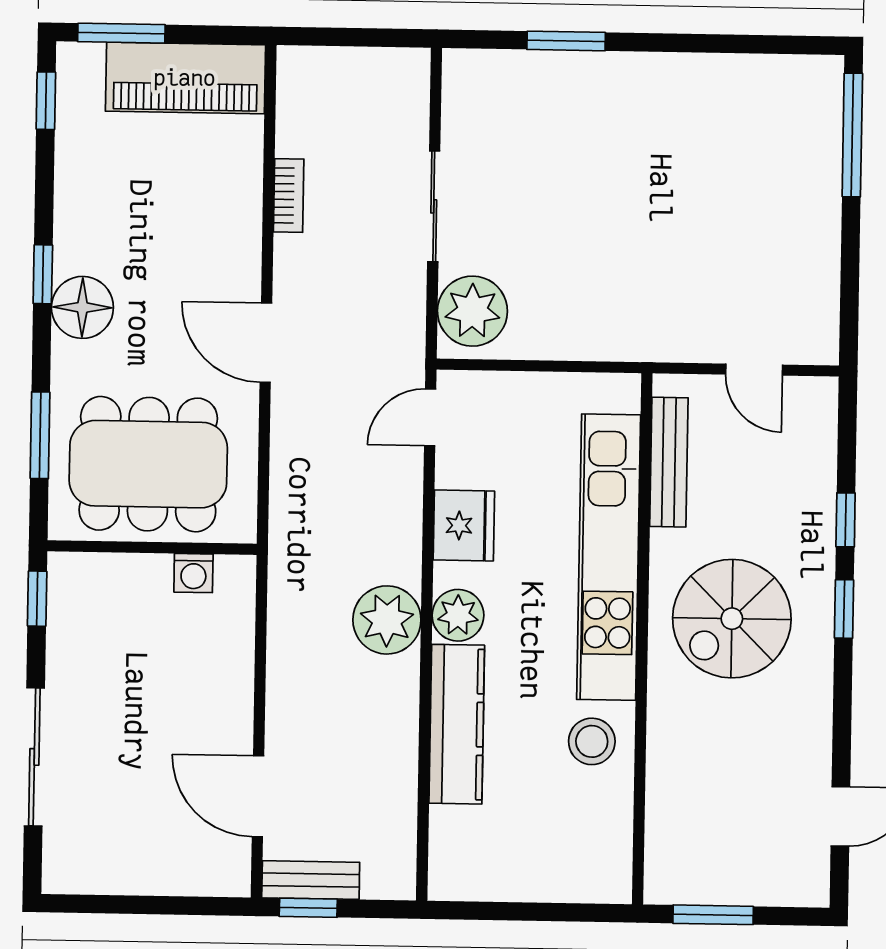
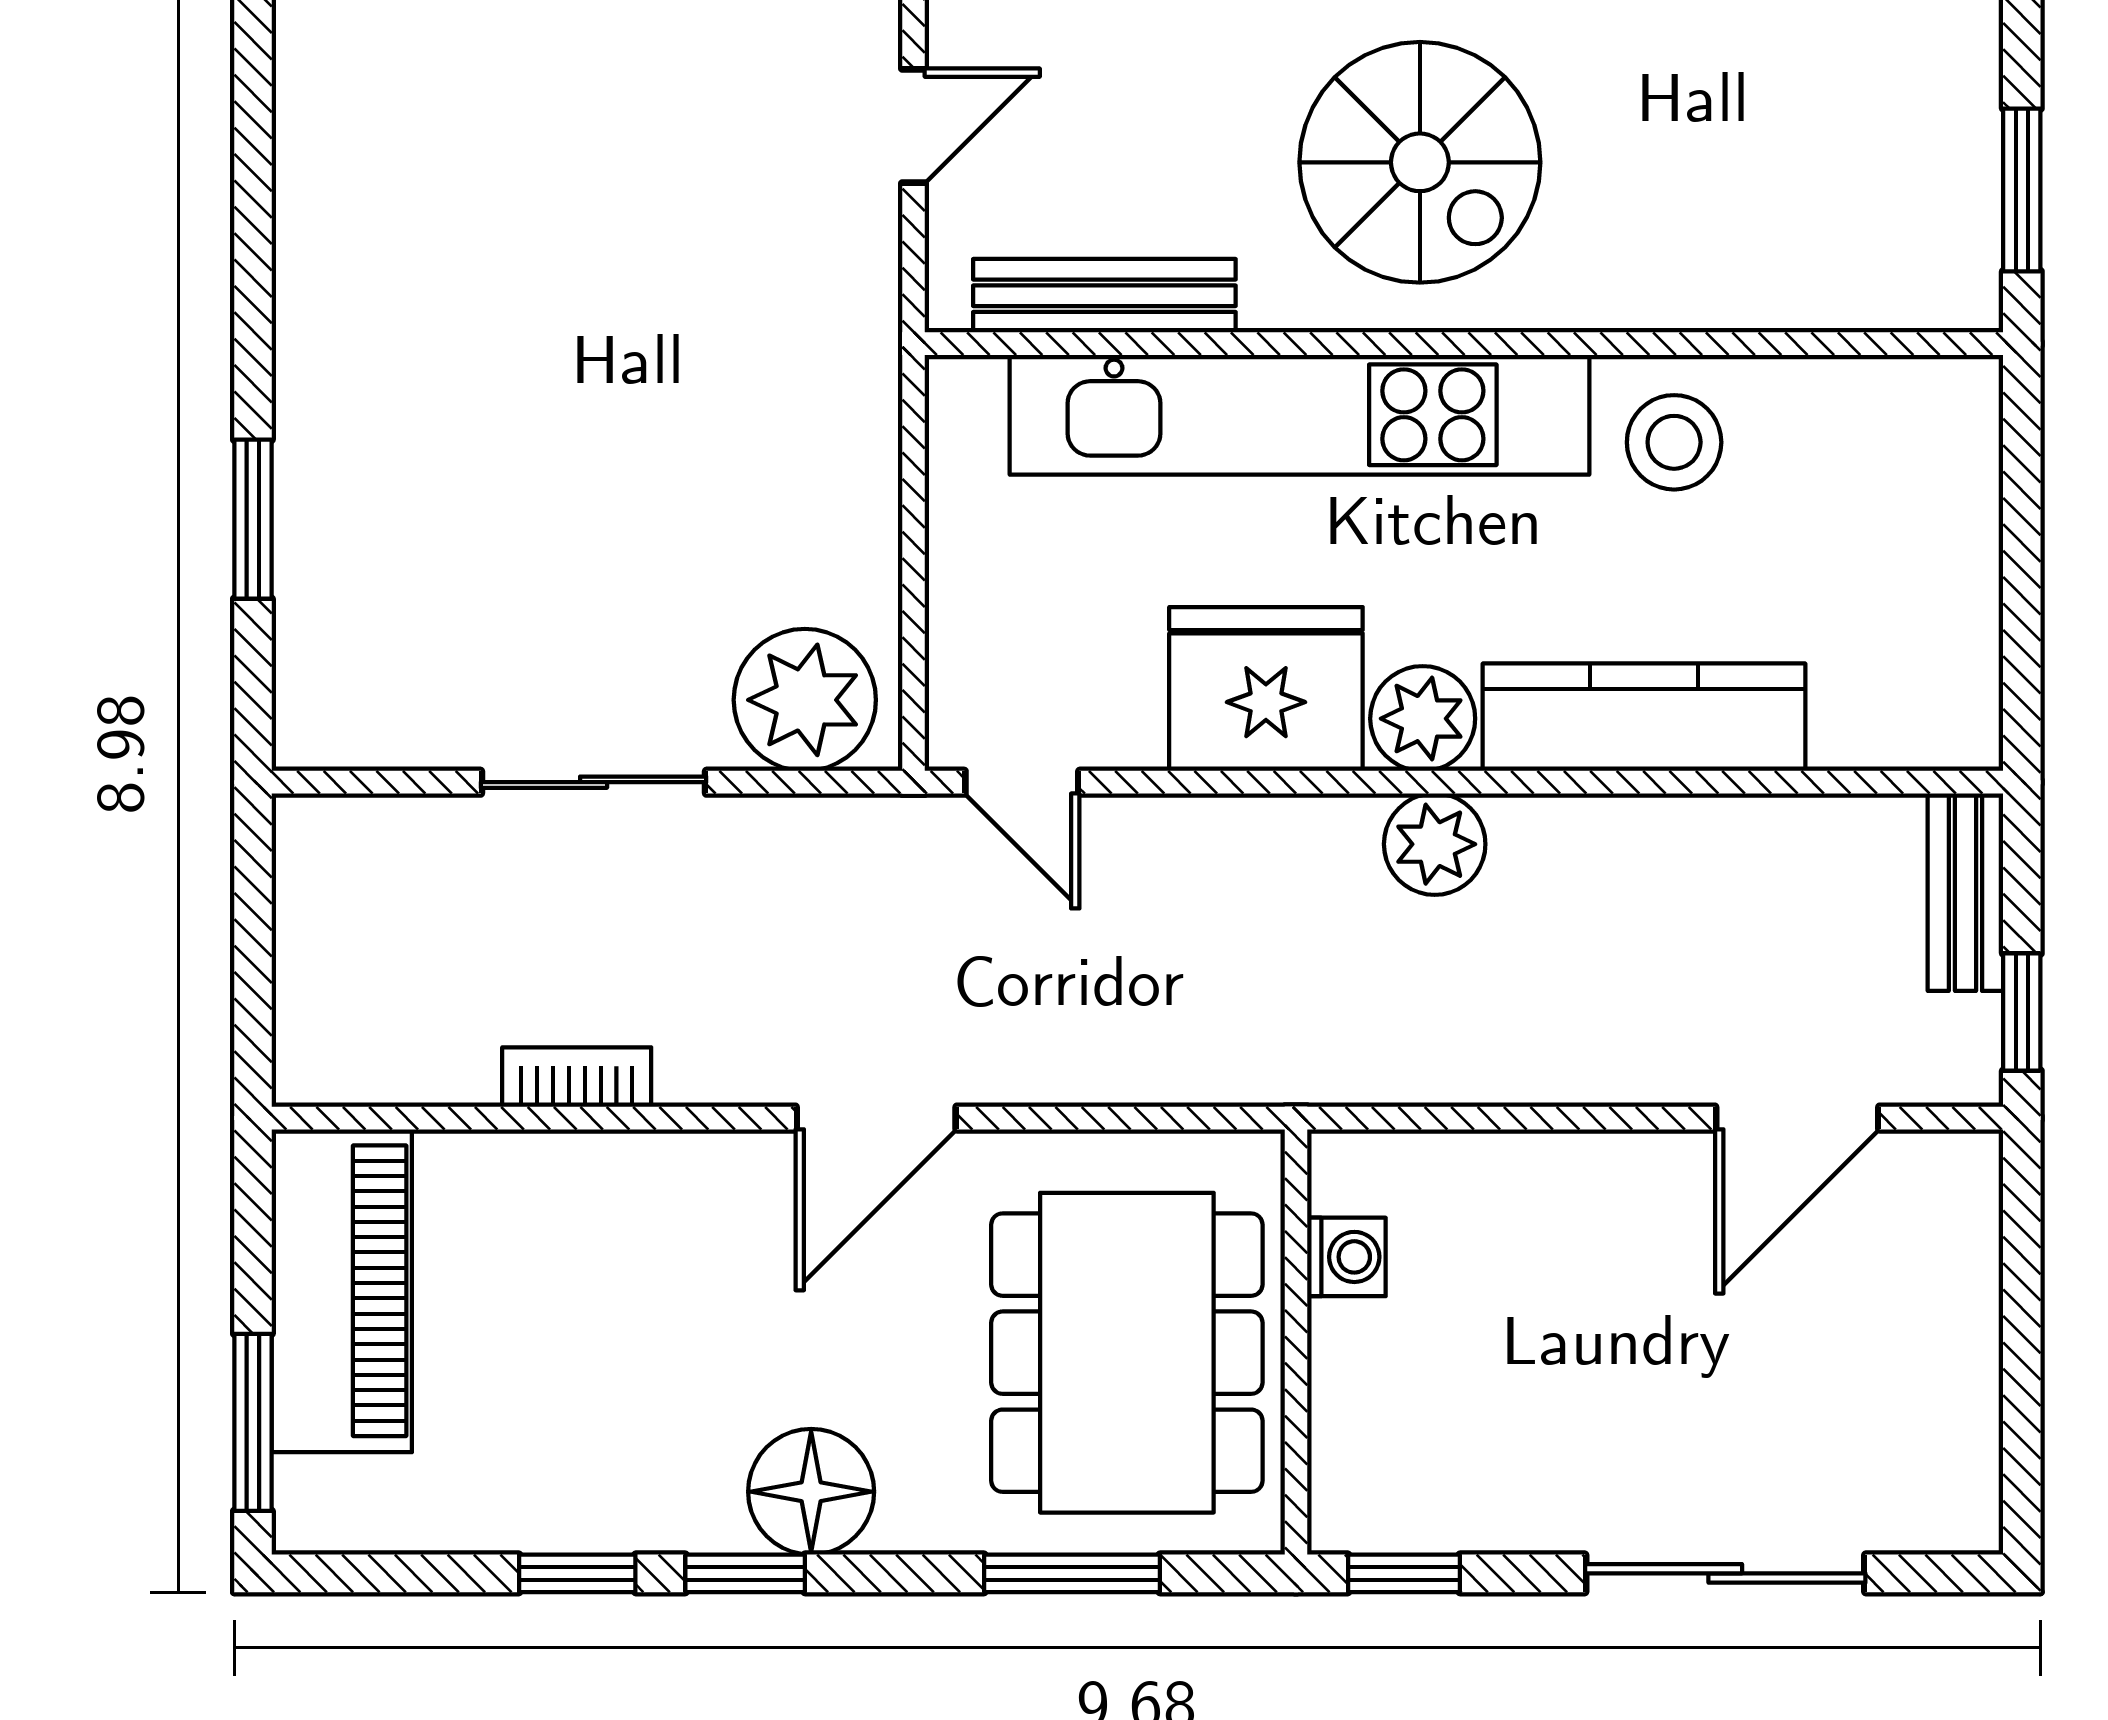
window: (46, 101) -> (577, 1573), moved
fridge: (464, 526) -> (1266, 689), width x1.36, depth x1.34
plant: (387, 620) -> (1435, 844), width x0.73, depth x0.73
bench: (311, 880) -> (1965, 892), moved

